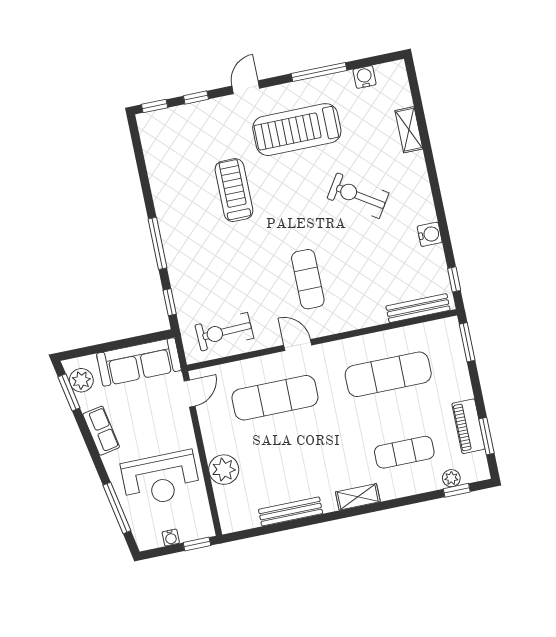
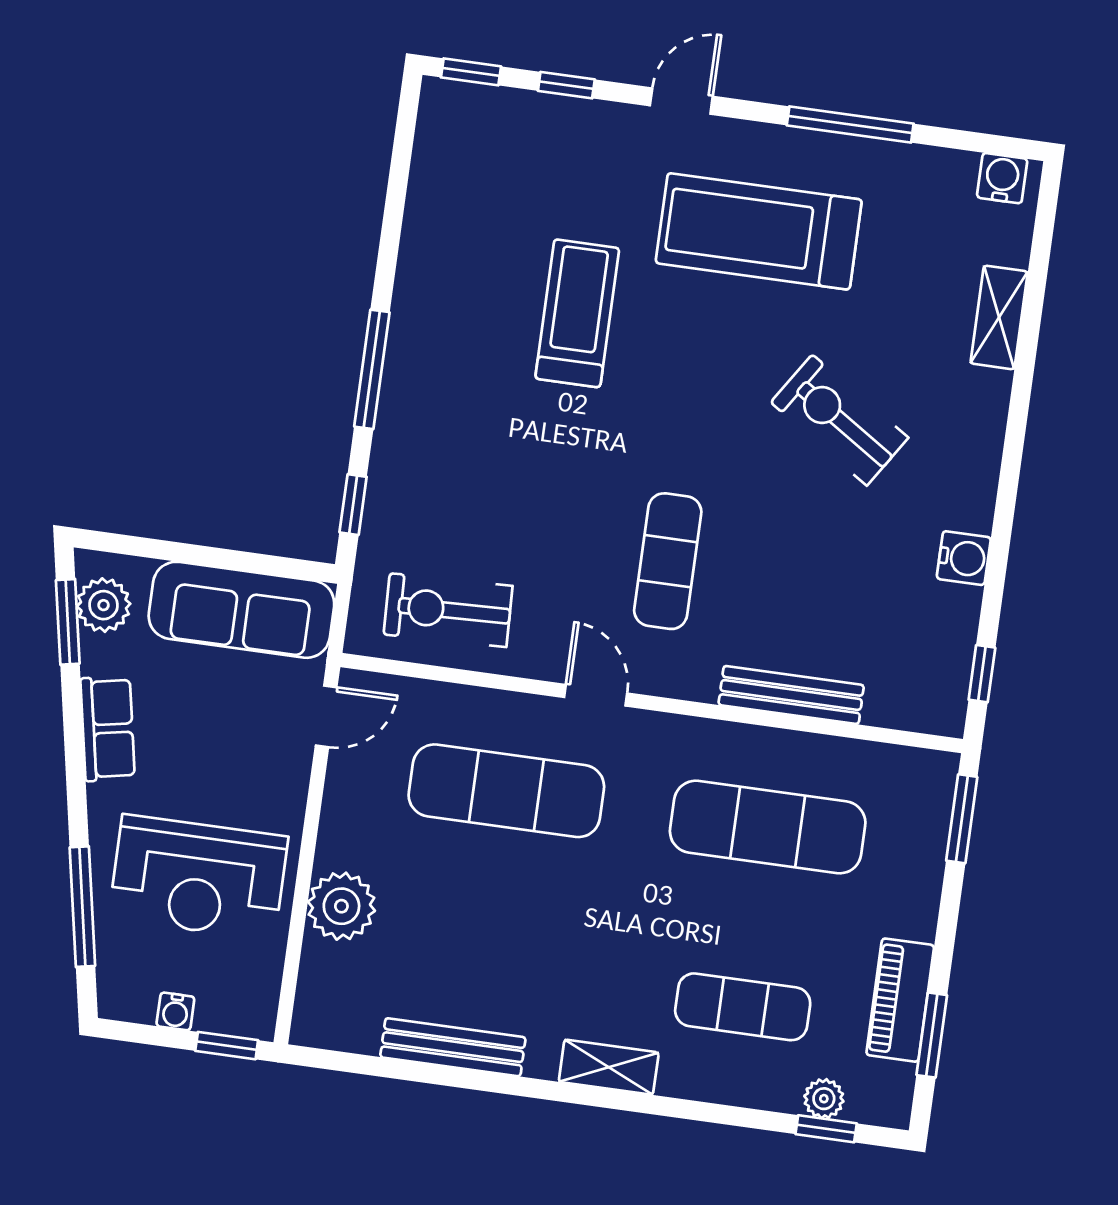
water cooler: (365, 77) -> (1002, 178), moved
bench: (418, 308) -> (791, 695), moved

